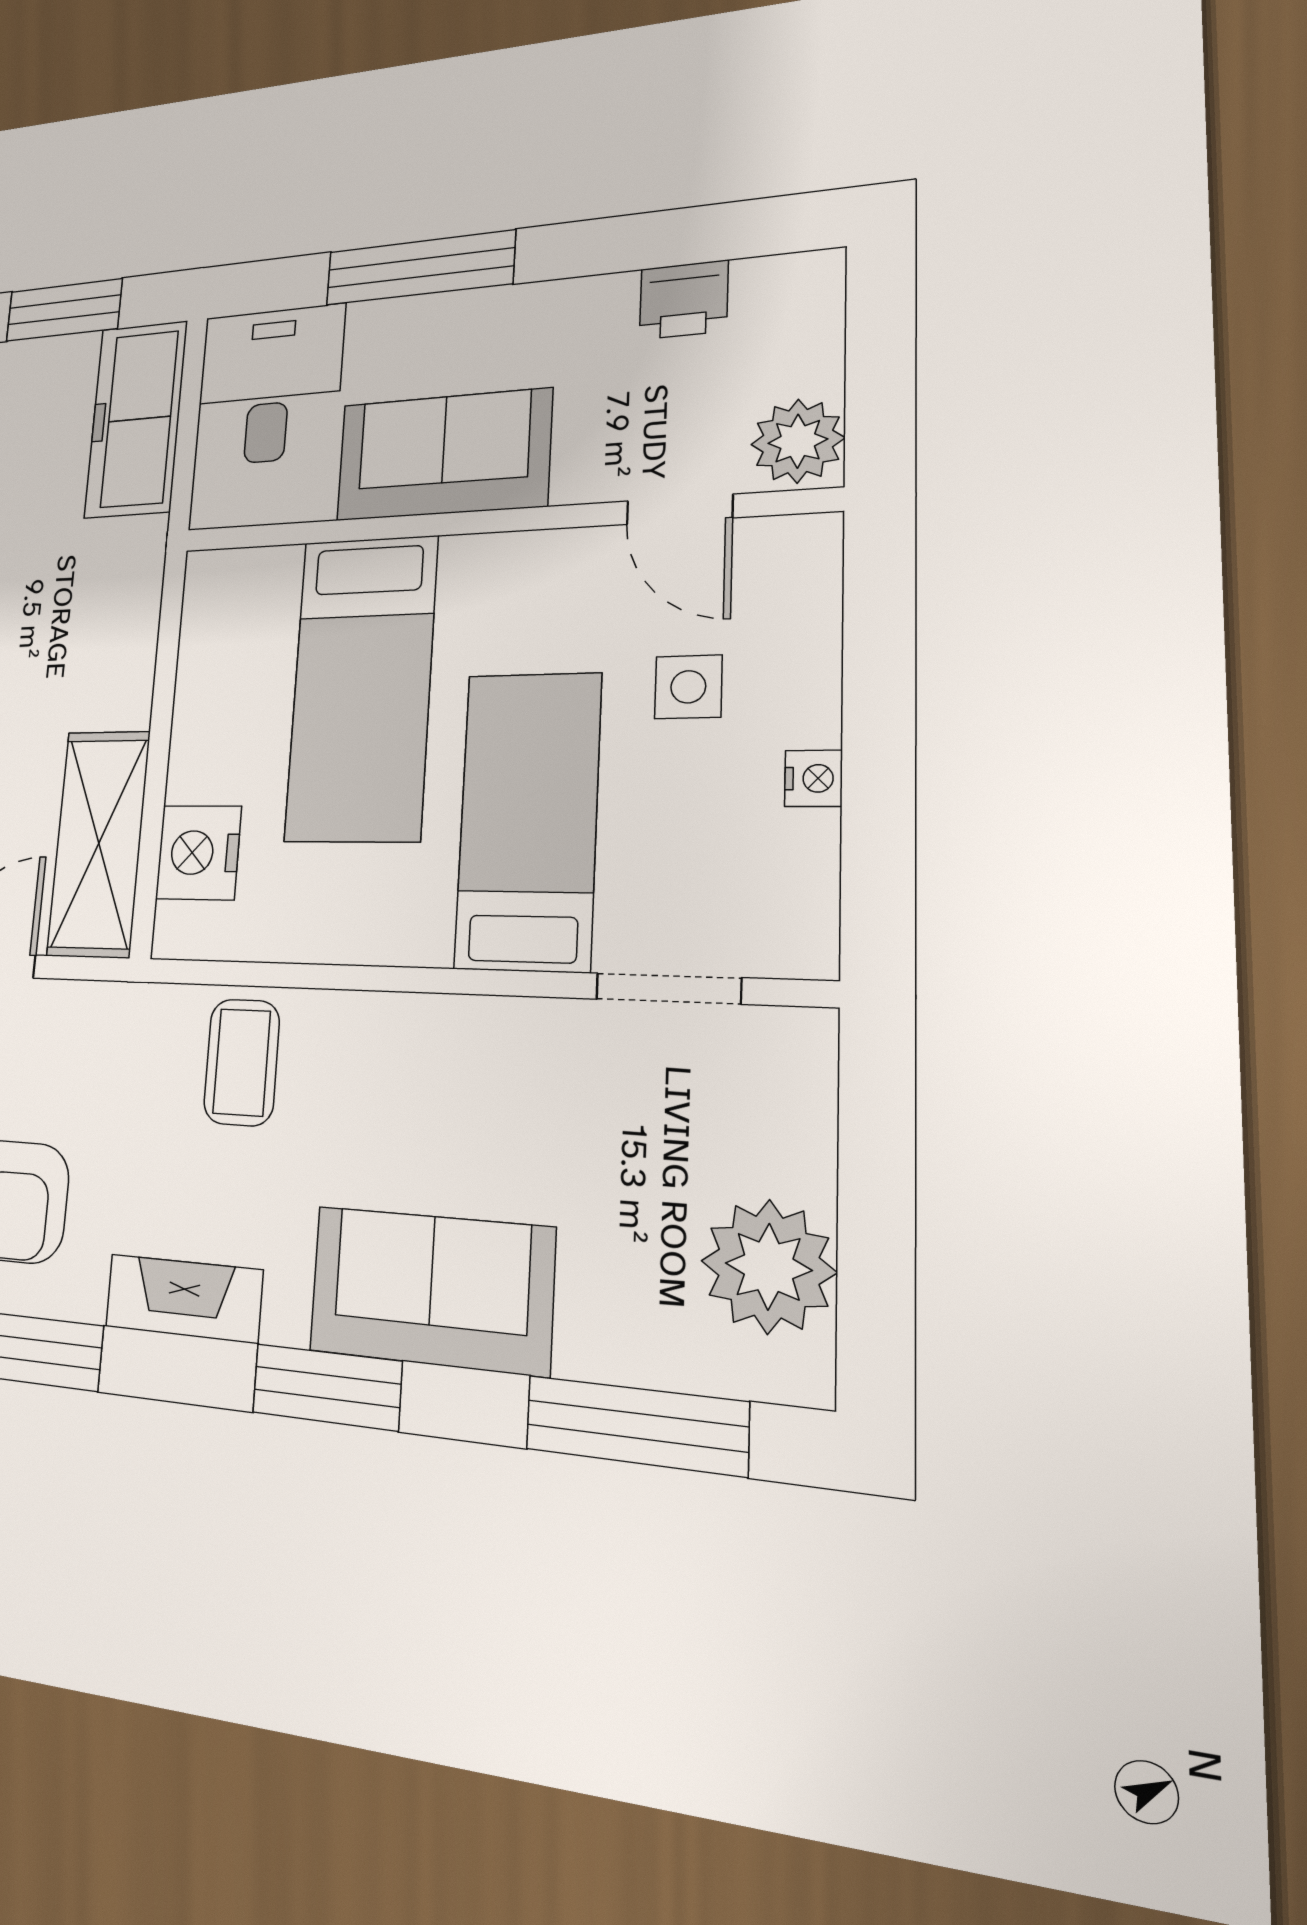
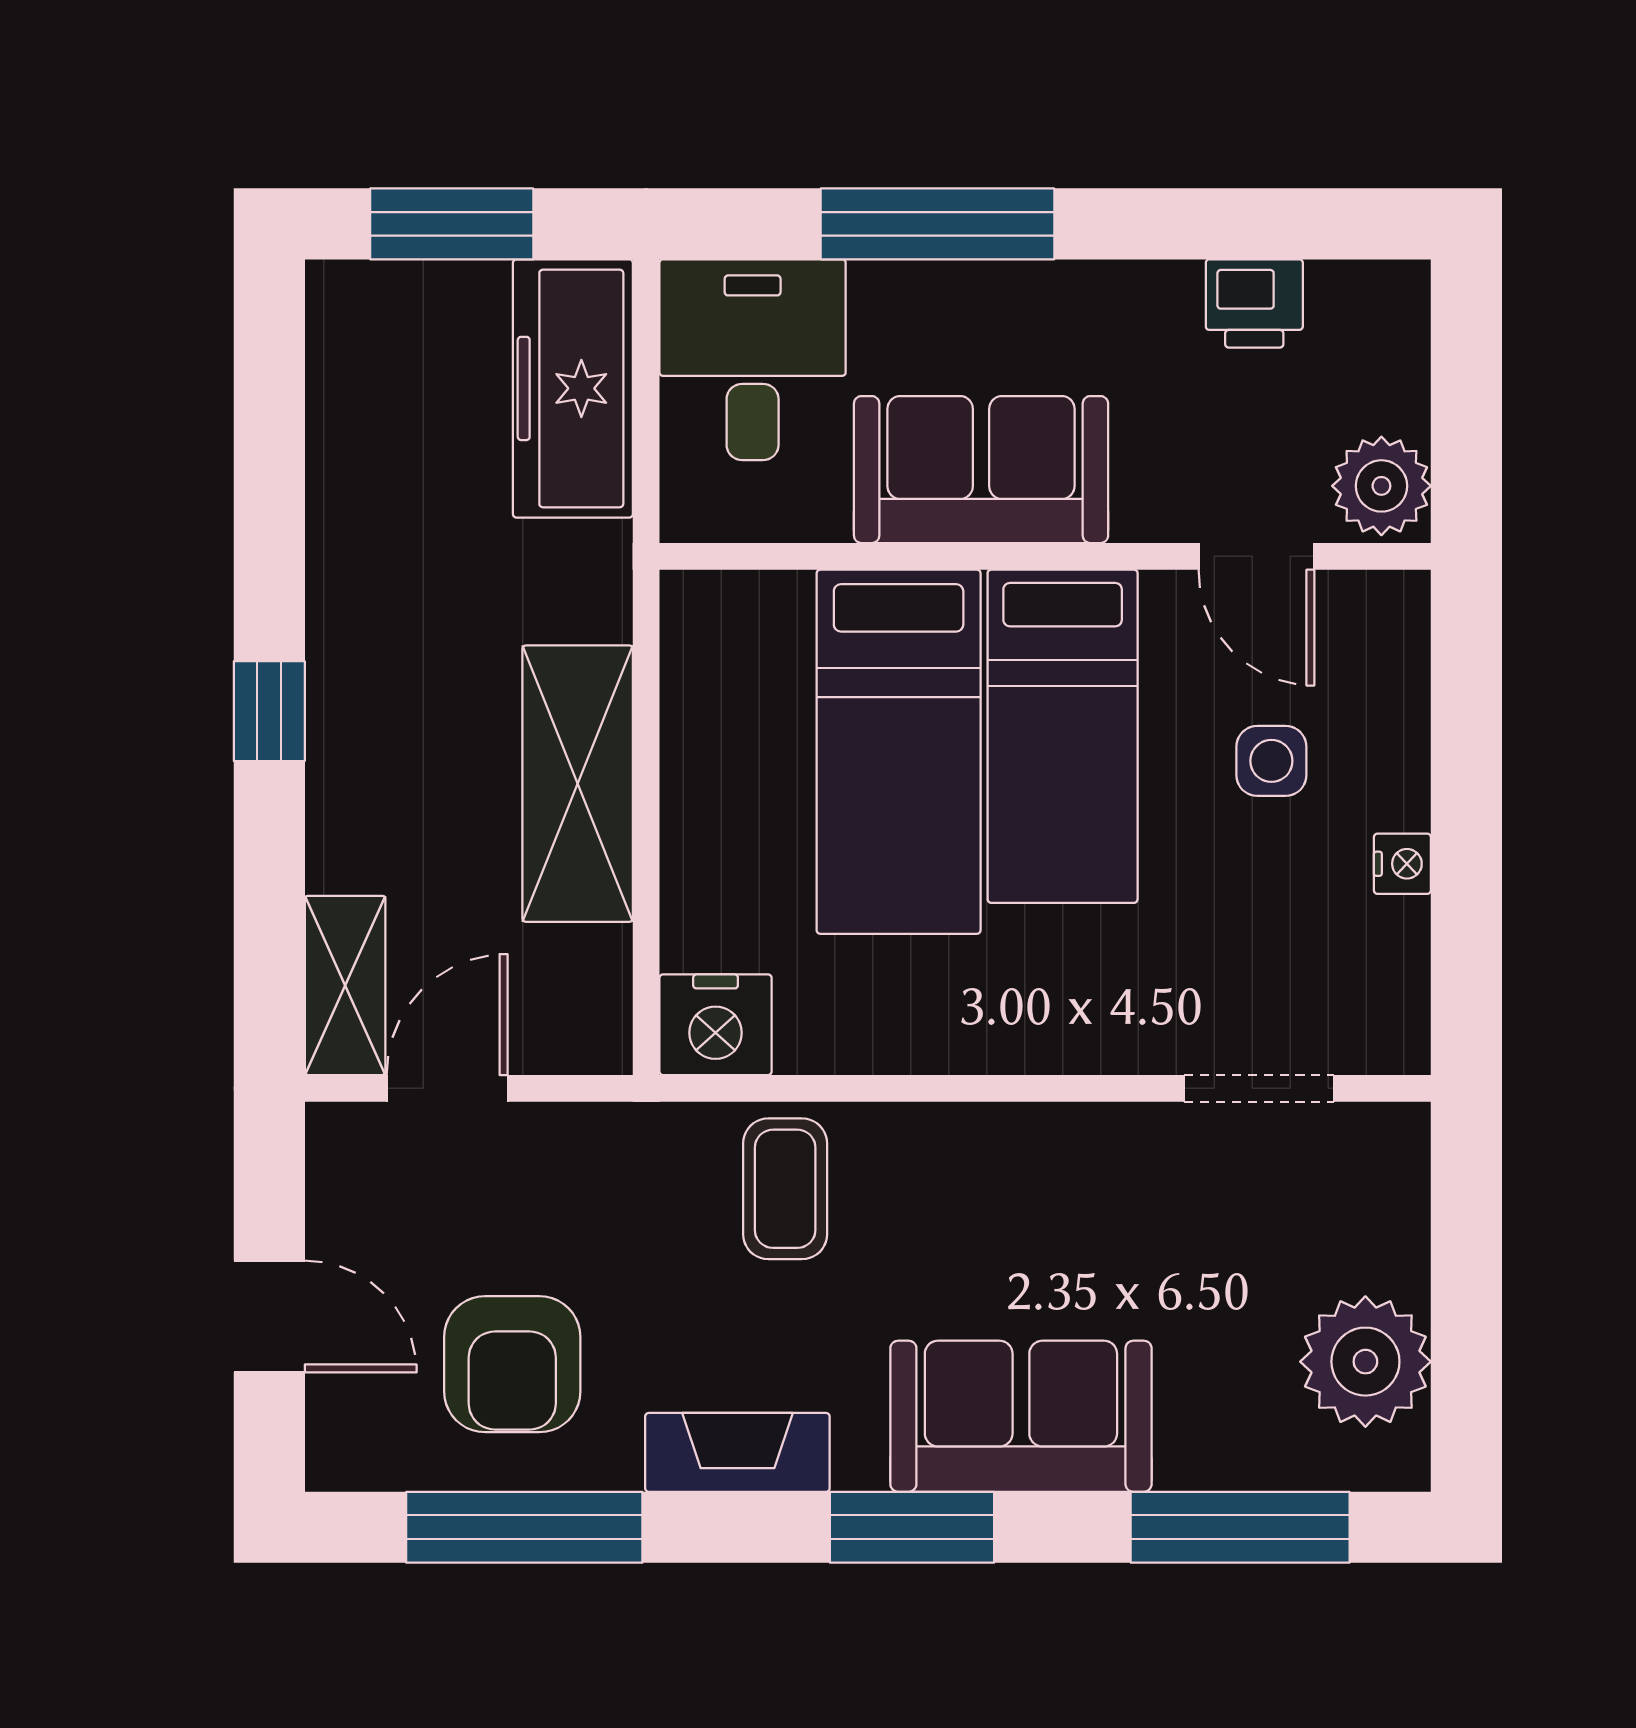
bed: (528, 820) -> (1063, 736), moved, turned 180
shelving: (99, 843) -> (578, 784), moved
nightstand: (198, 853) -> (716, 1025), moved, turned -90

